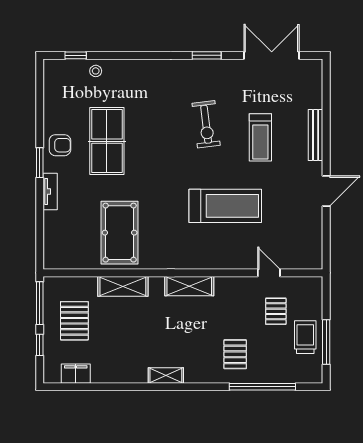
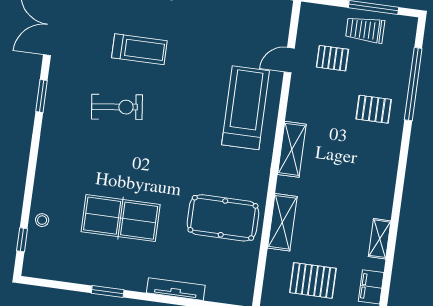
armchair: (60, 145) -> (118, 270), removed
window: (40, 163) -> (108, 291), moved
tv unit: (50, 192) -> (176, 289), width x1.41
treadmill: (225, 206) -> (246, 108), moved
shelving: (166, 375) -> (380, 239), moved

